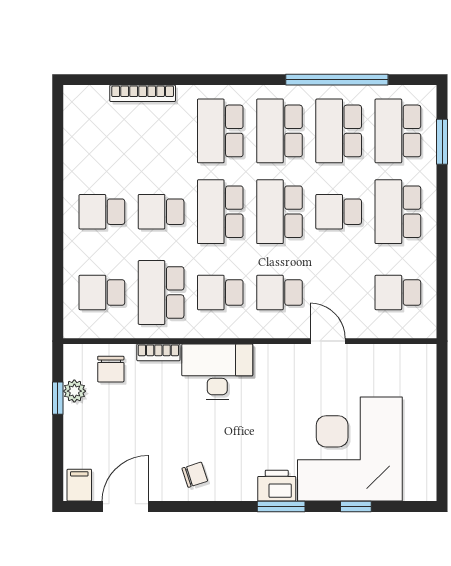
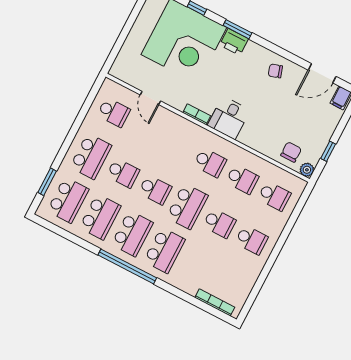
window: (337, 80) -> (127, 266), moved
bookcase: (143, 93) -> (215, 302), moved
school desk: (279, 212) -> (155, 190), width x0.54
school desk: (161, 292) -> (242, 179), width x0.54
school desk: (279, 292) -> (178, 146), removed
door: (328, 341) -> (150, 98), moved
bookcase: (158, 352) -> (197, 114), moved
desk: (217, 372) -> (229, 118), width x0.73
plant: (74, 391) -> (307, 170), moved

